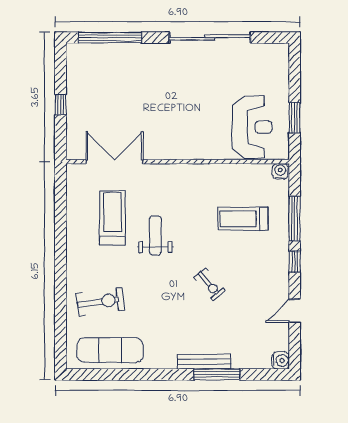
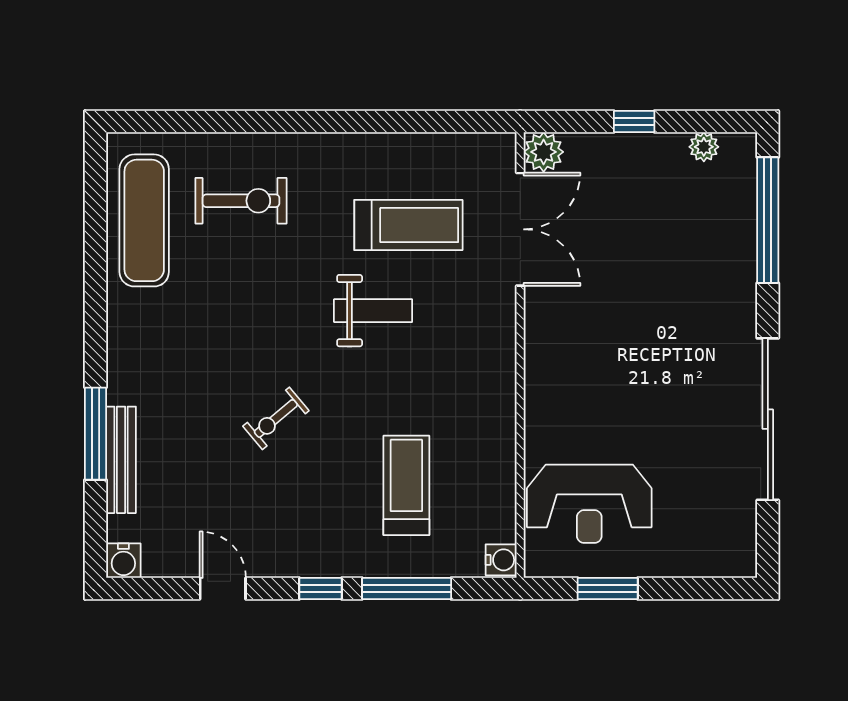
plant: (73, 70) -> (704, 147), added
plant: (76, 150) -> (544, 152), added
exercise bike: (100, 302) -> (241, 201), turned -82
bench: (204, 362) -> (121, 460), moved

